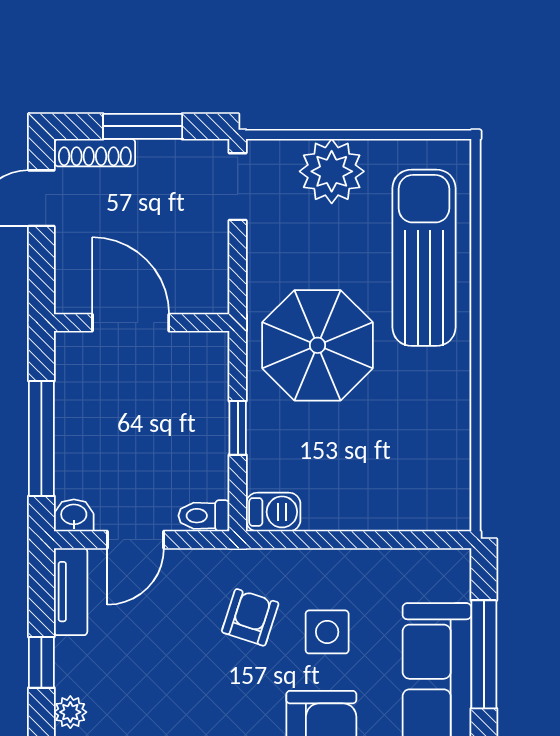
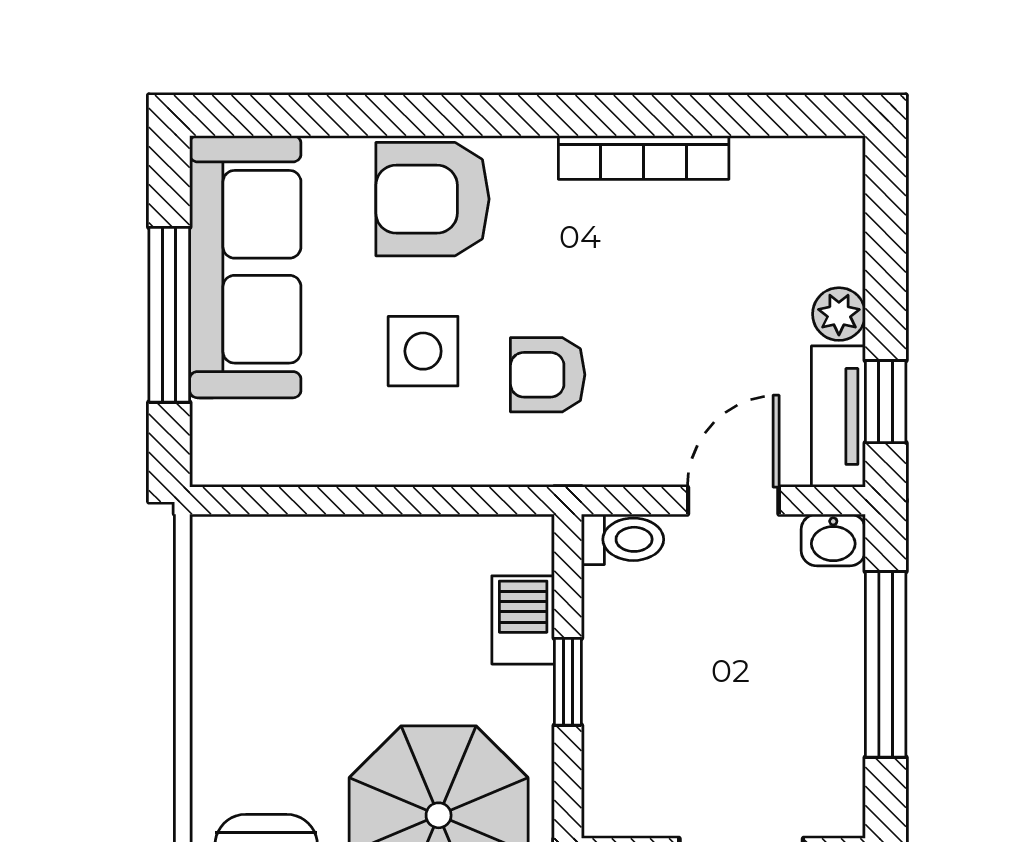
barbecue: (273, 512) -> (523, 620), moved, turned 90
armchair: (250, 617) -> (548, 375), turned 72
window: (41, 662) -> (886, 402), moved
plant: (70, 712) -> (839, 314), moved

